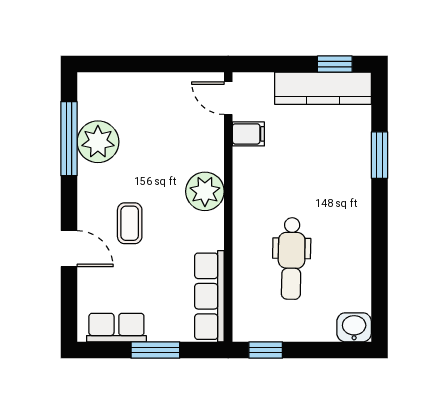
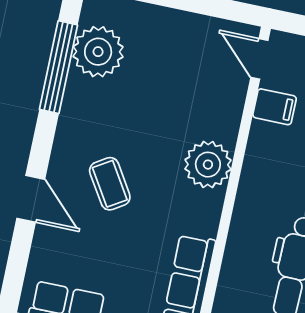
plant: (98, 142) -> (98, 52), moved
coffee table: (130, 223) -> (110, 184), turned -32

